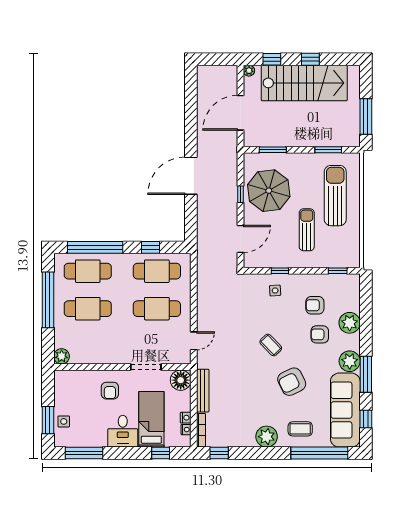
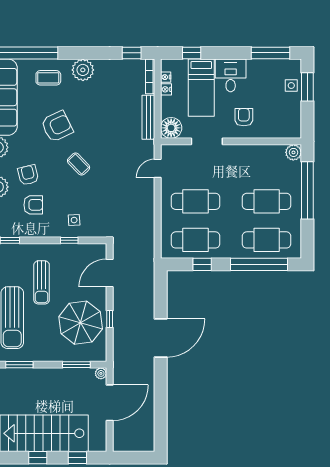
plant: (249, 71) -> (101, 373), moved
window: (48, 300) -> (307, 190), moved
armchair: (320, 334) -> (28, 175), turned -104

